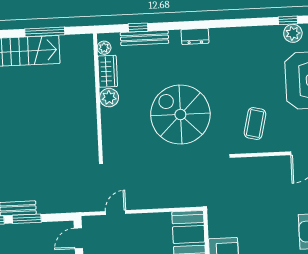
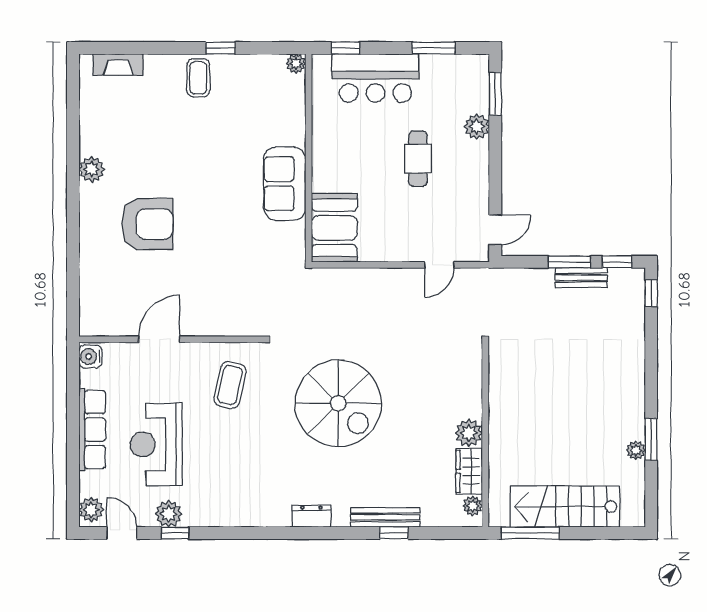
plant: (104, 48) -> (473, 506), moved
wardrobe: (108, 71) -> (469, 471), moved
wall: (98, 97) -> (485, 435), moved
plant: (109, 98) -> (469, 433), moved

